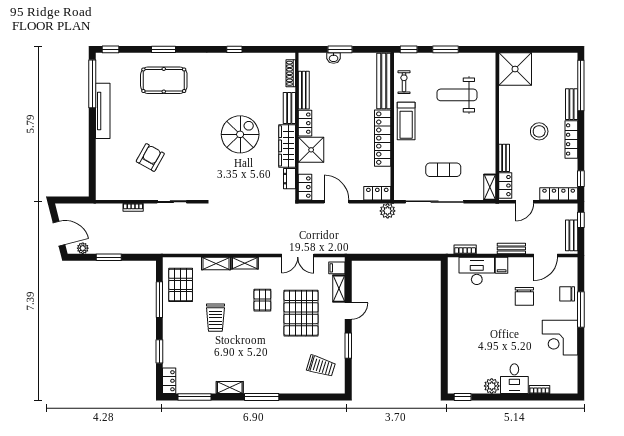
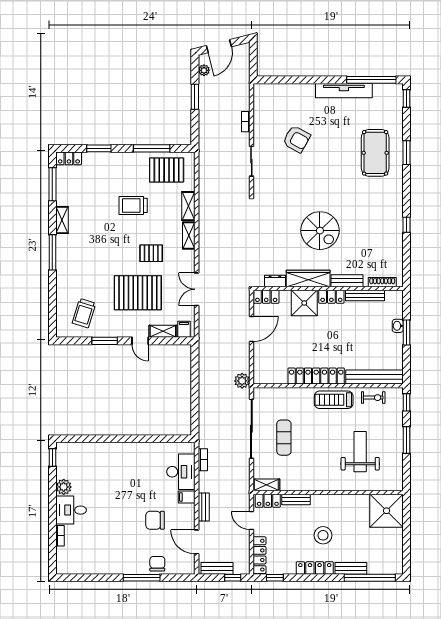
locker: (377, 193) -> (260, 370), removed
corner desk: (560, 338) -> (113, 557), removed

